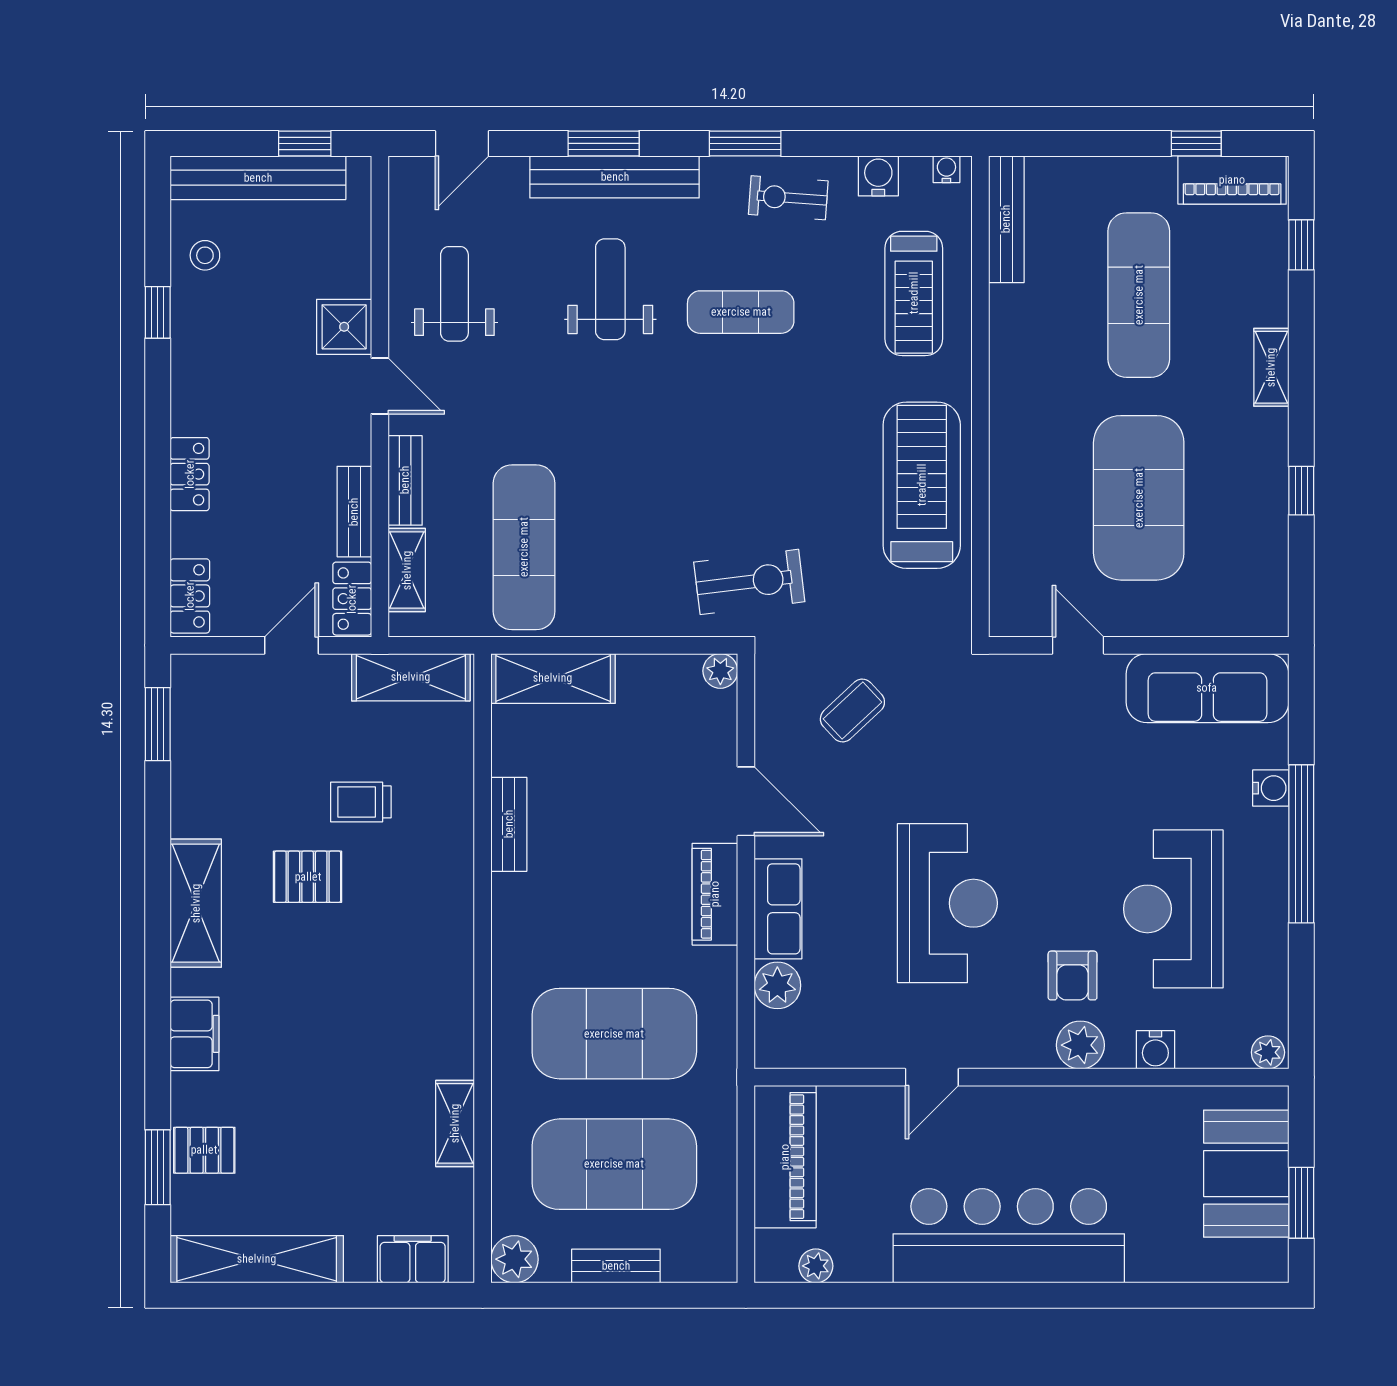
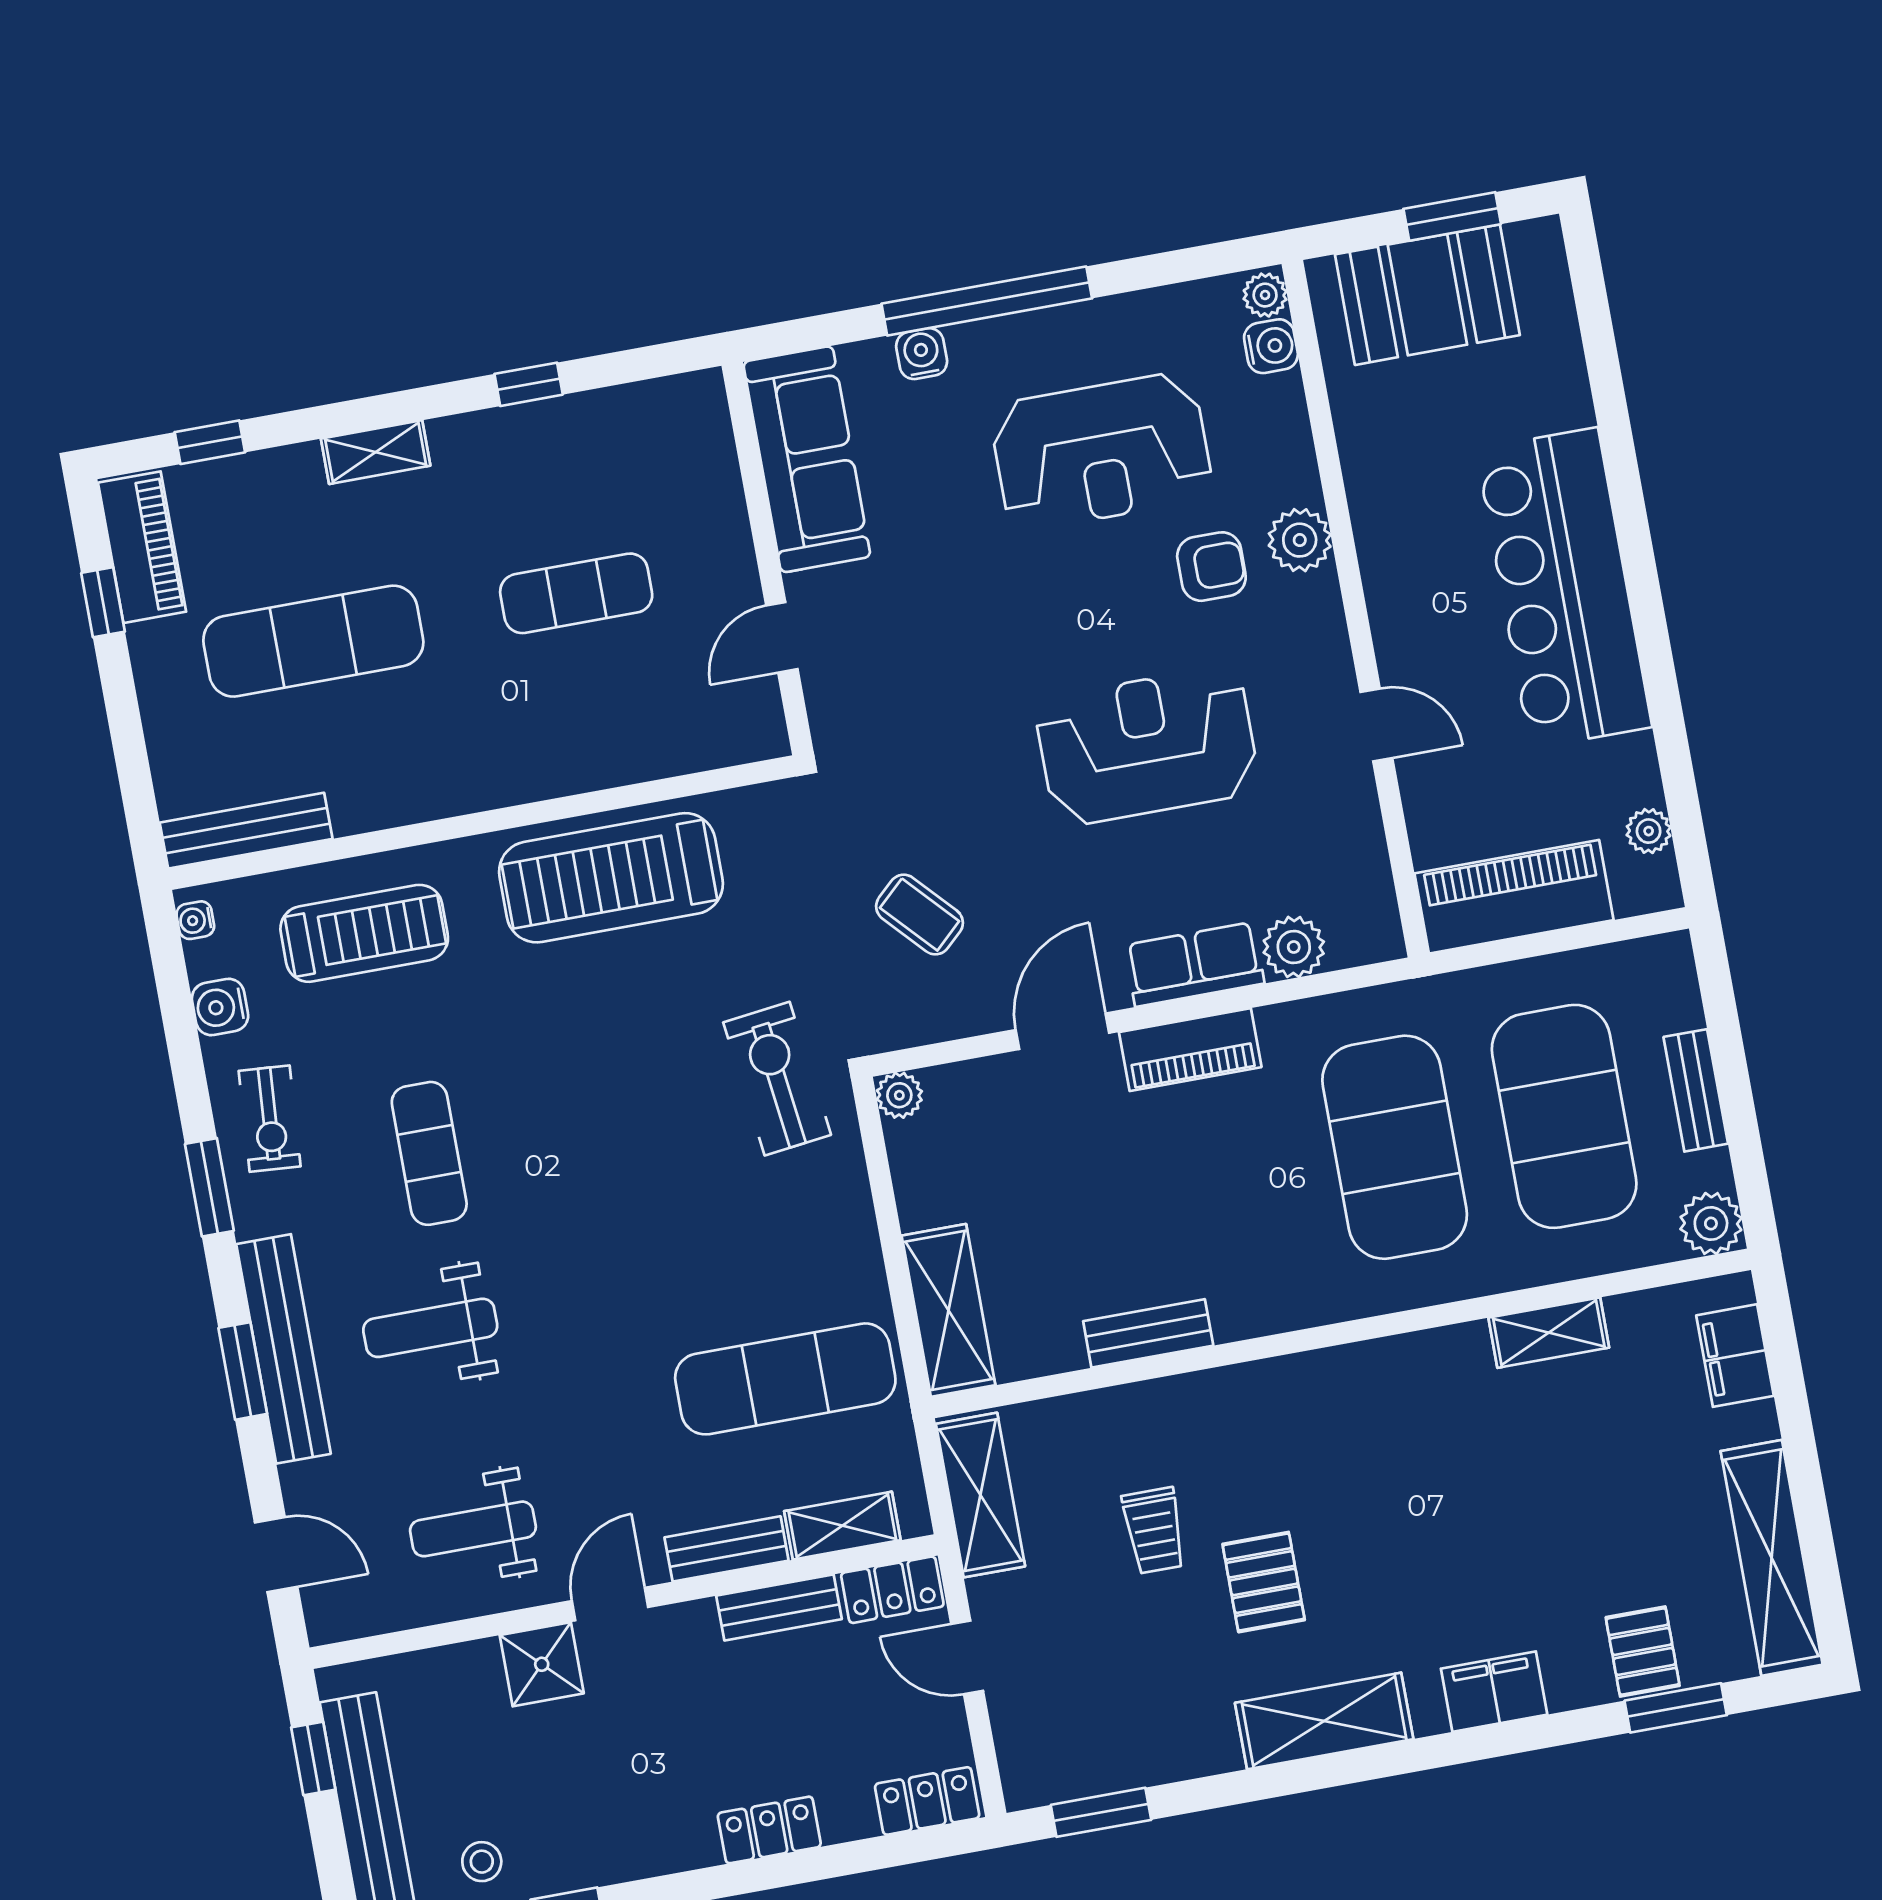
exercise mat: (1139, 498) -> (576, 593), width x0.50, depth x0.69
water cooler: (1155, 1050) -> (1271, 346), moved

